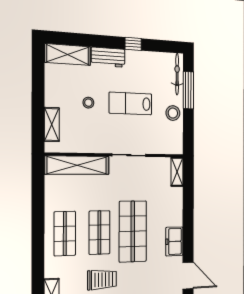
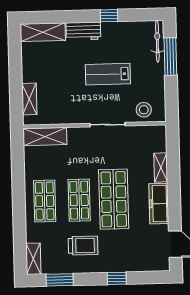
stool: (88, 103) -> (65, 76), removed
stool: (173, 113) -> (144, 110), moved
shelving: (77, 165) -> (45, 137), width x0.68
shelving: (177, 172) -> (161, 167), moved
freezer: (174, 241) -> (159, 204), width x1.40

